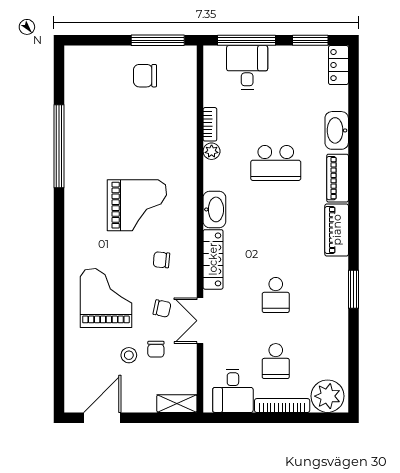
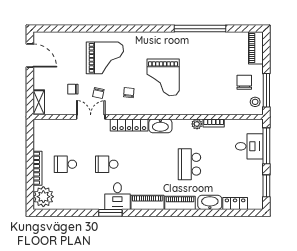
piano: (90, 57) -> (256, 48), added
locker: (338, 65) -> (235, 203), moved
stool: (129, 355) -> (255, 102), moved
desk: (233, 391) -> (117, 196), moved, turned -90

